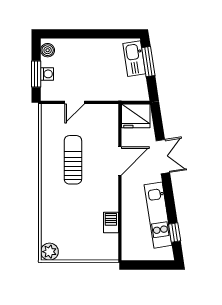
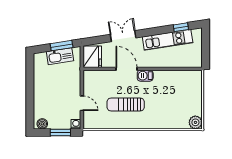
kitchen sink: (134, 59) -> (60, 56), moved
window: (148, 62) -> (62, 46), moved
washing machine: (47, 74) -> (76, 124), moved
barbecue: (111, 222) -> (145, 76), moved

